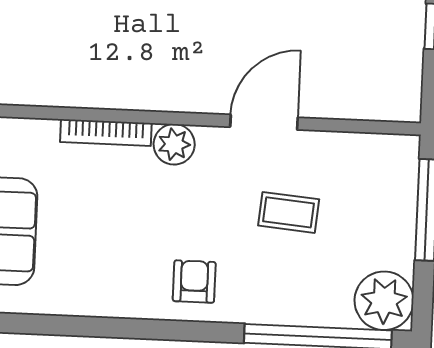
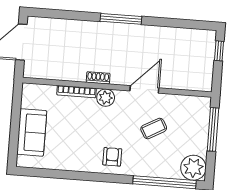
shoe rack: (155, 99) -> (98, 78), added
coffee table: (289, 212) -> (154, 128), turned -34

